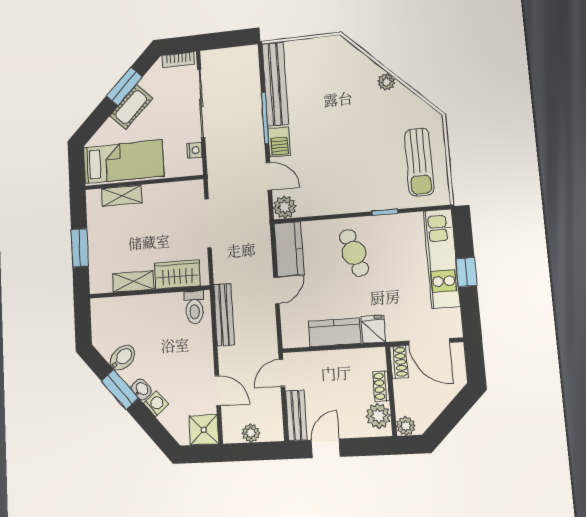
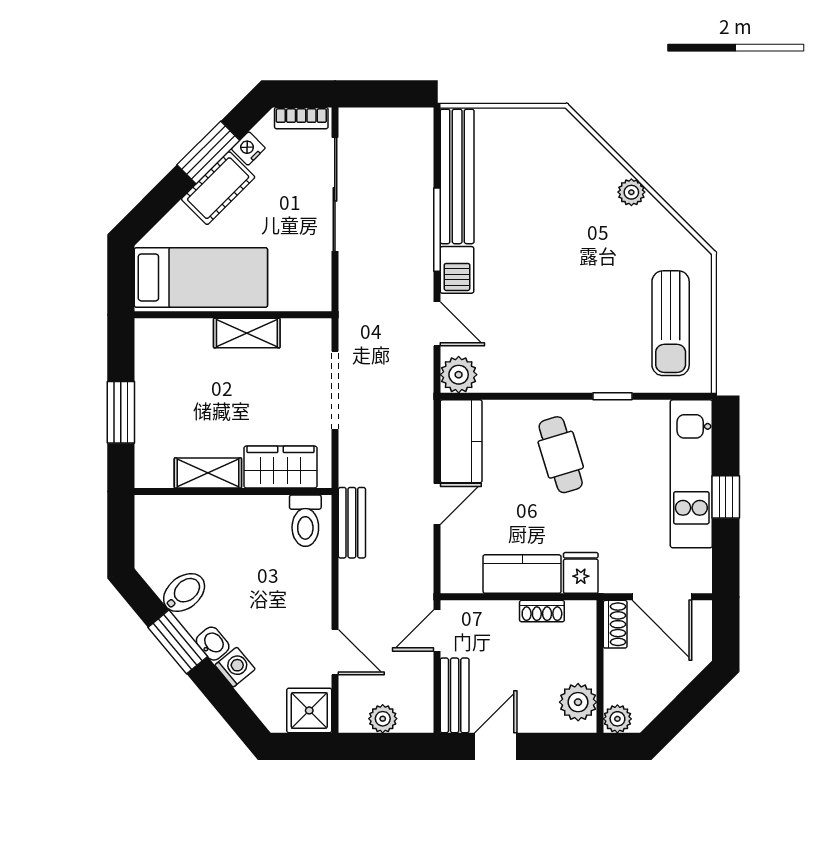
nightstand: (194, 150) -> (248, 149), moved, turned -135
shelving: (122, 196) -> (247, 333), moved
bench: (224, 315) -> (352, 523), width x0.73
shoe rack: (381, 386) -> (542, 611), moved, turned -90

